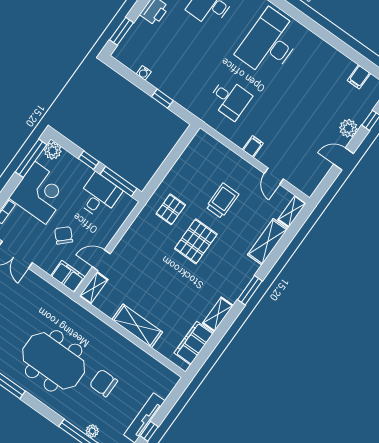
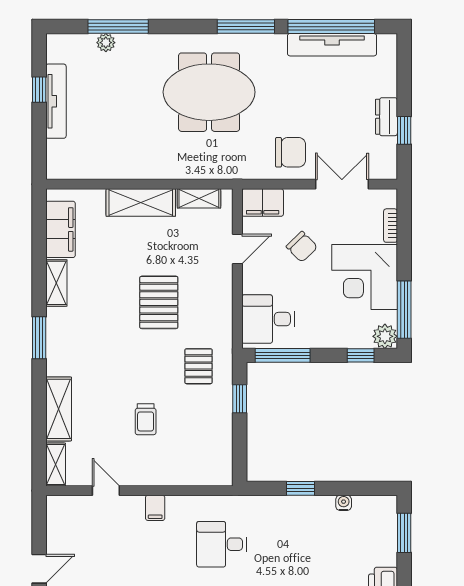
window: (89, 160) -> (361, 355), moved
window: (161, 174) -> (240, 399), added
desk: (99, 196) -> (268, 319), moved, turned 90
trolley: (222, 201) -> (146, 419), width x0.73, depth x0.72
pallet: (196, 241) -> (159, 302), moved
shelving: (94, 288) -> (199, 198), moved, turned 90
chair: (104, 383) -> (290, 152), moved

